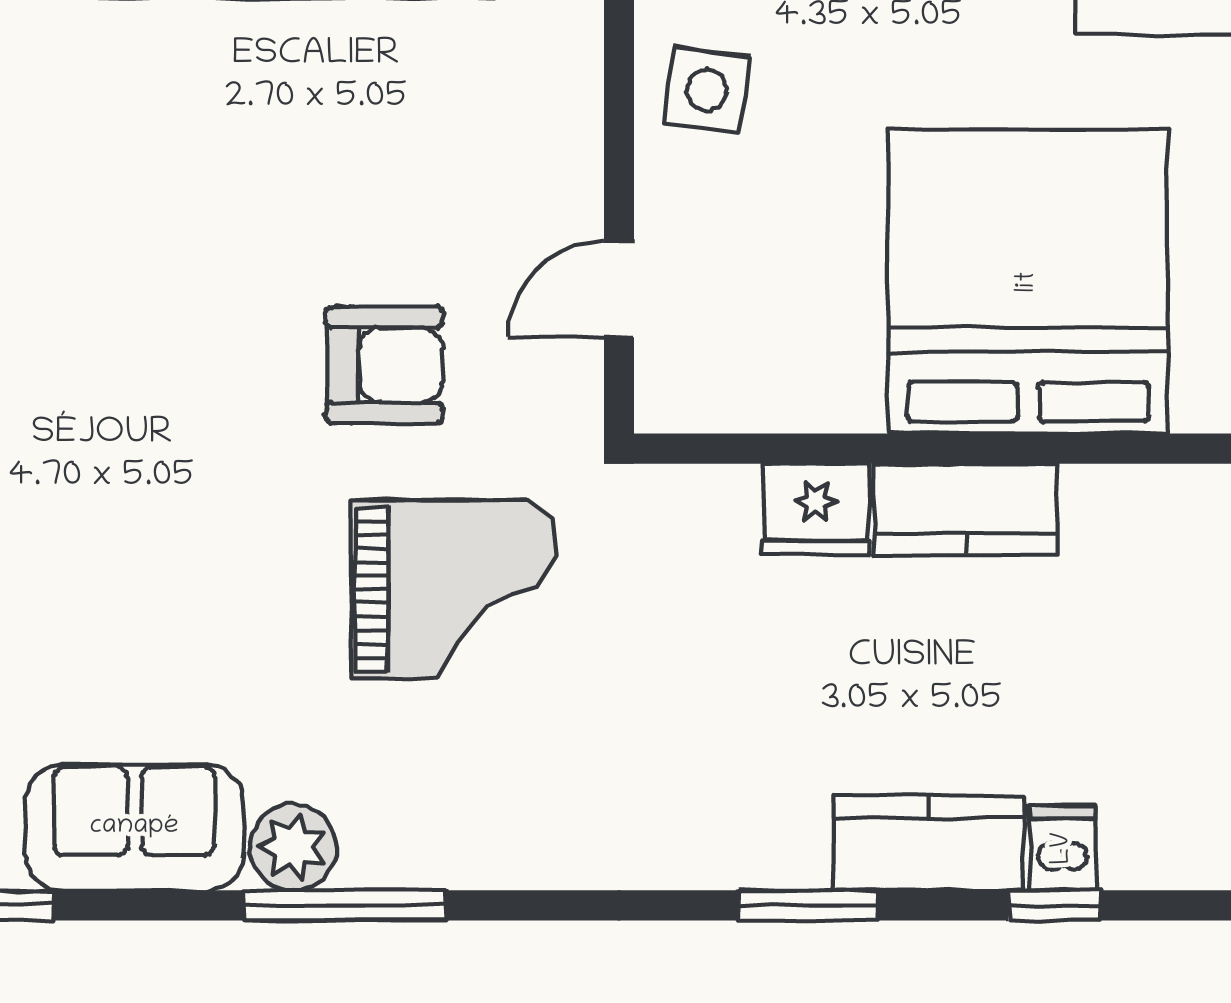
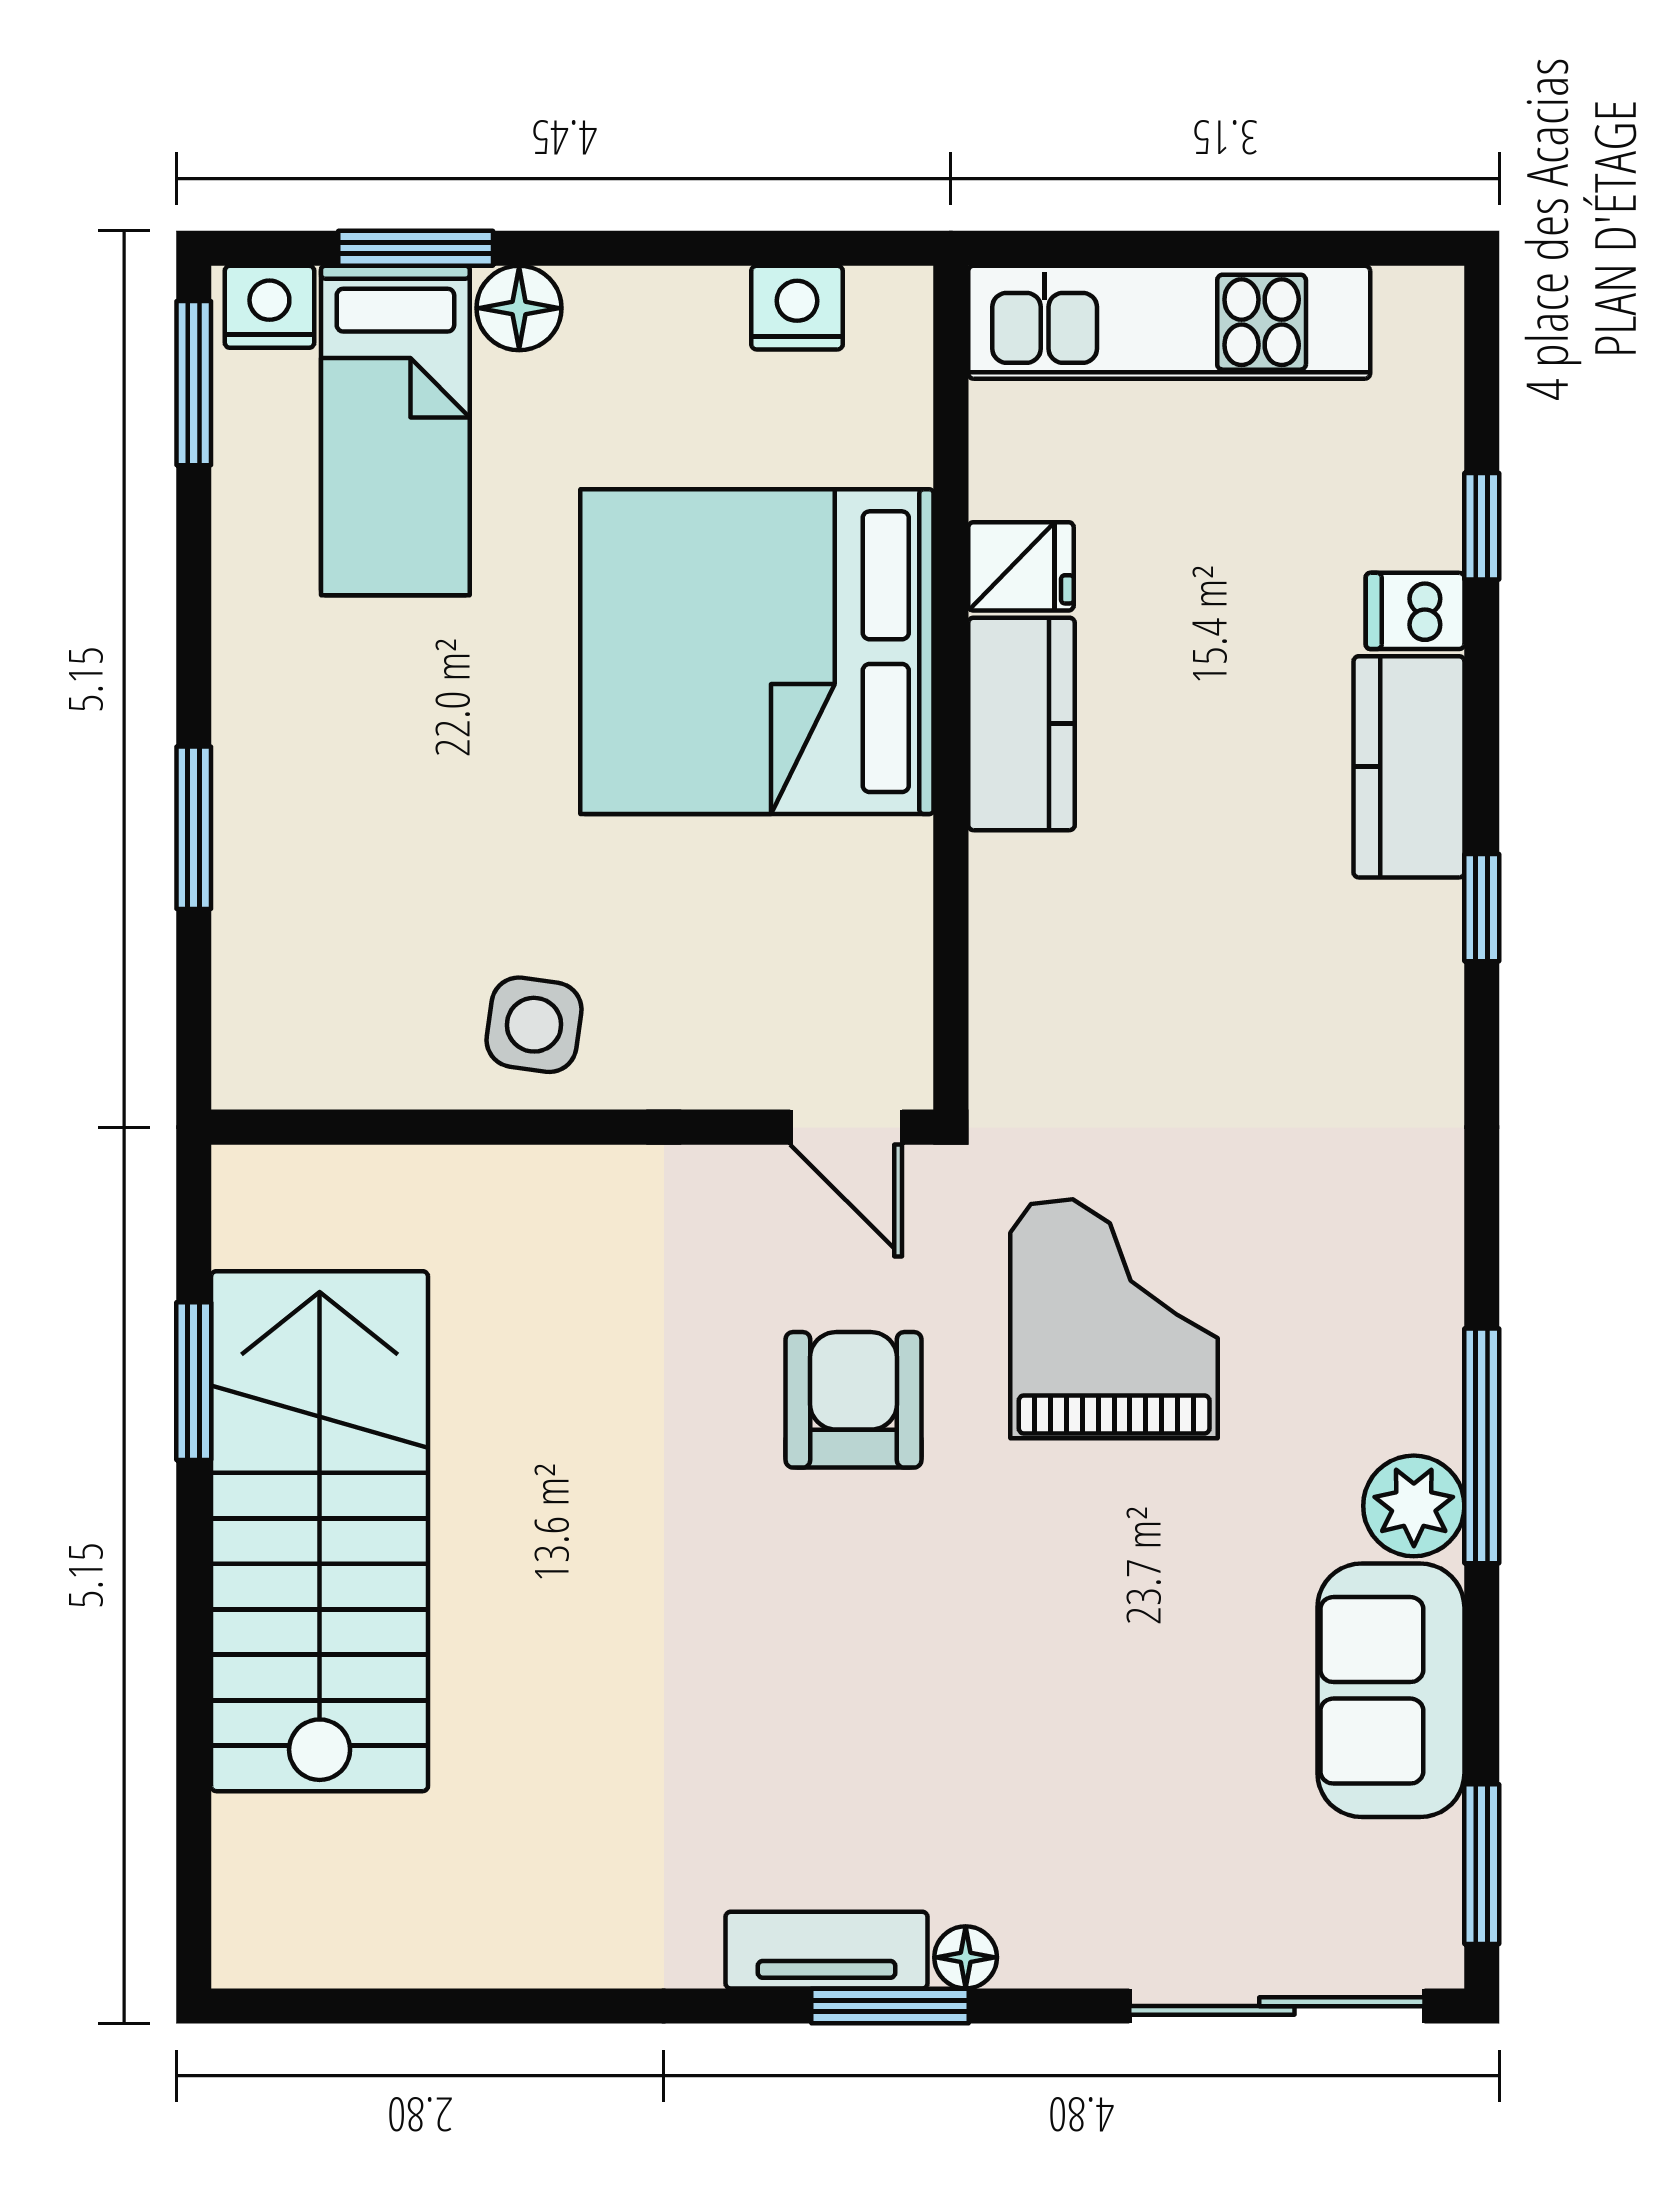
door: (619, 289) -> (846, 1127), moved
fridge: (816, 509) -> (1021, 566), moved, width x0.72
window: (808, 905) -> (1482, 908), width x0.67
window: (1054, 905) -> (1482, 526), moved

